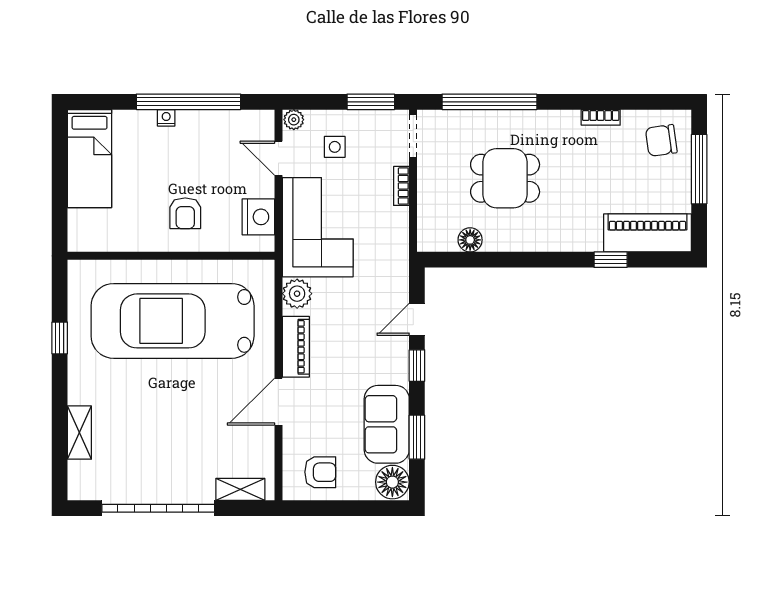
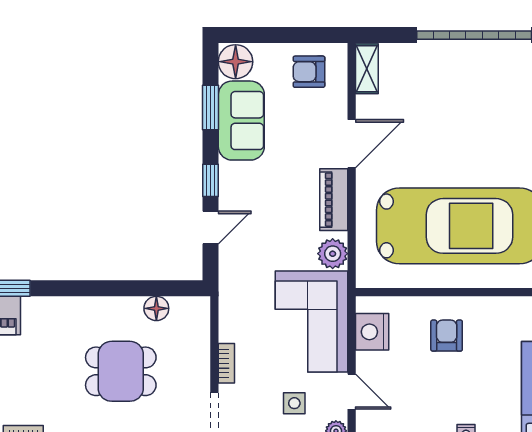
shelving: (240, 489) -> (367, 69), moved, turned 90

